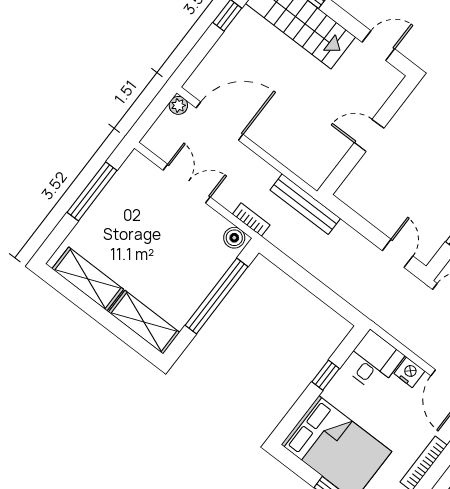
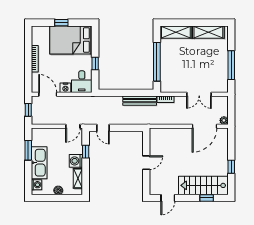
bench: (305, 204) -> (140, 101), moved
boiler: (234, 238) -> (167, 88), removed

